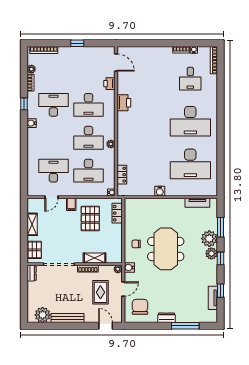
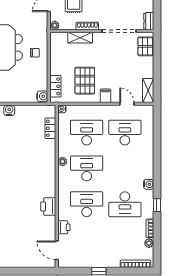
desk: (53, 171) -> (125, 133), turned 180
door: (52, 197) -> (127, 104), hinge flipped
shelving: (32, 224) -> (148, 90), moved
water cooler: (129, 267) -> (42, 96), moved

